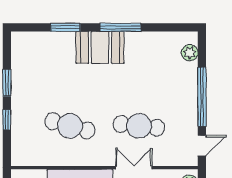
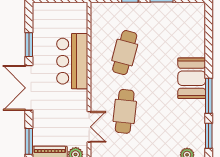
window: (65, 27) -> (209, 136), moved
double door: (134, 168) -> (89, 127), moved

